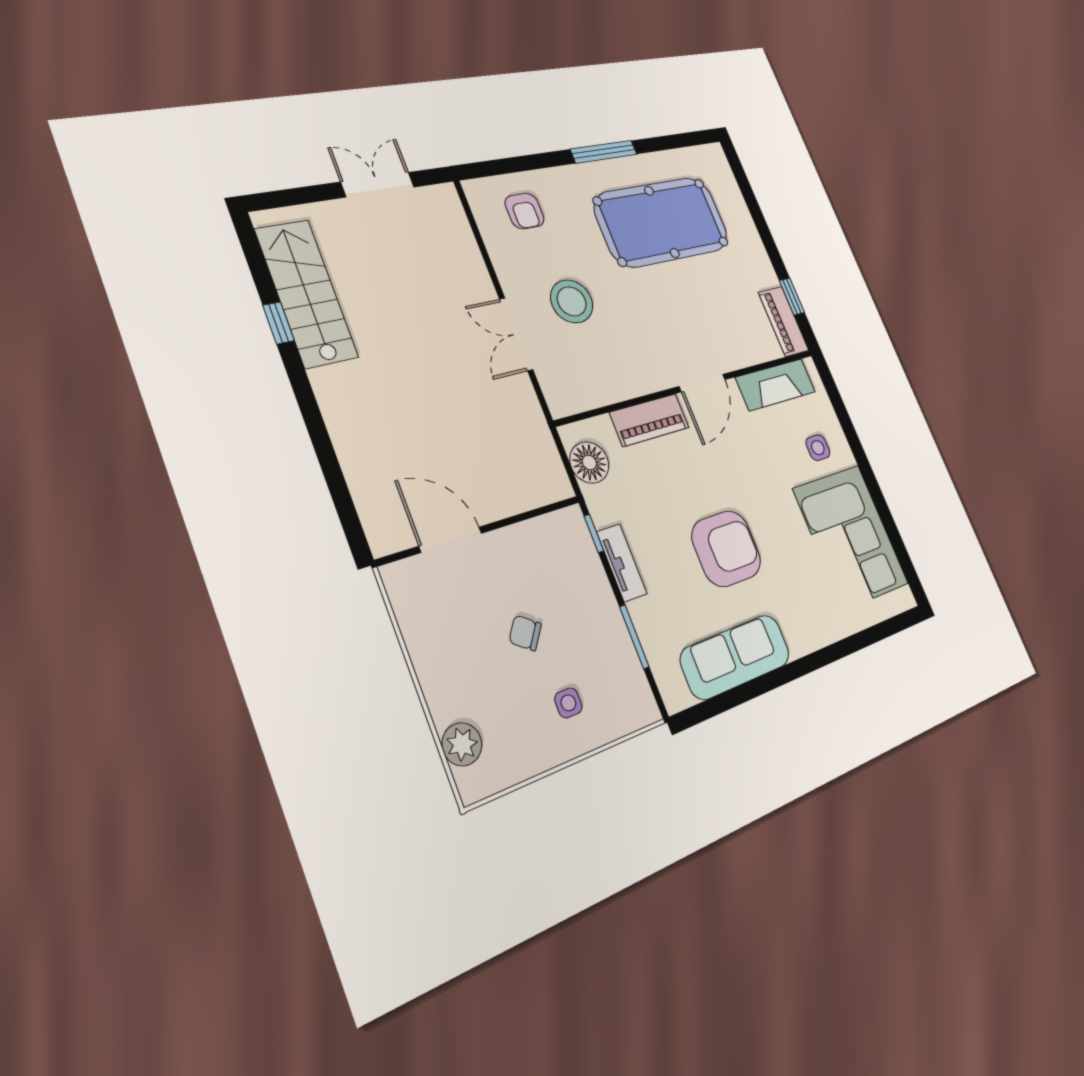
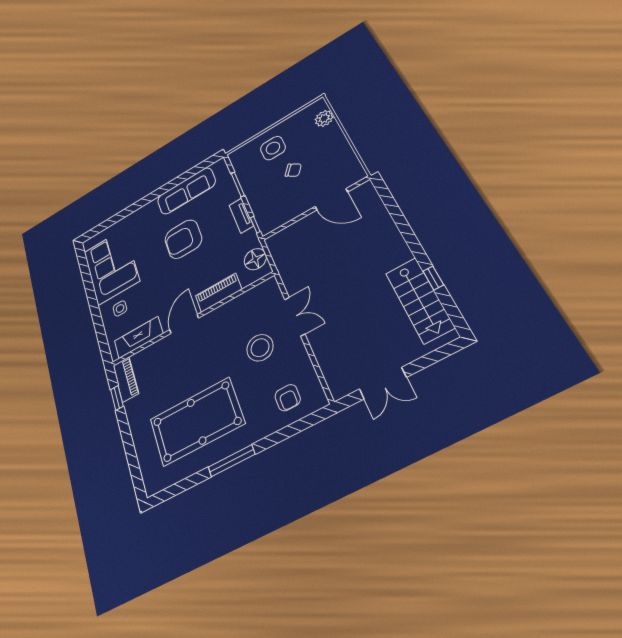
armchair: (525, 211) -> (288, 398), turned 180
side table: (568, 703) -> (273, 148), width x1.87, depth x1.87

